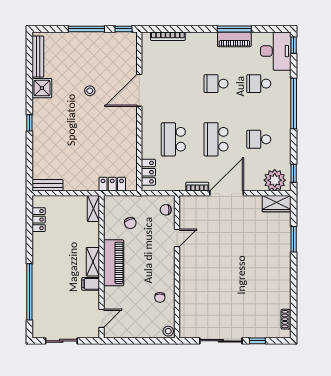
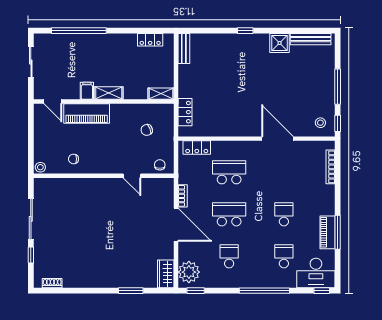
stool: (90, 91) -> (320, 123), moved
piano: (114, 263) -> (87, 113), moved

